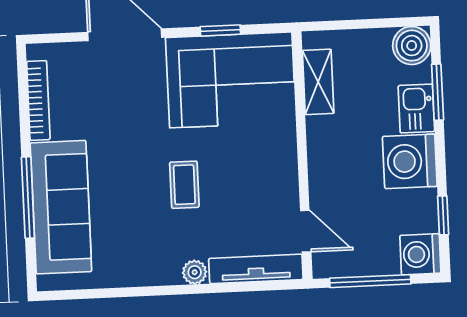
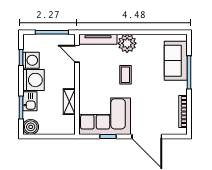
shelving: (318, 82) -> (69, 102), moved
sofa: (61, 207) -> (176, 61), width x0.73
washing machine: (420, 254) -> (31, 60), moved
plant: (195, 272) -> (127, 43), width x1.87, depth x1.87

